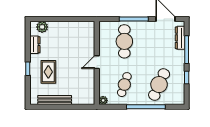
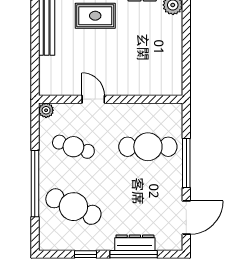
dresser: (180, 38) -> (135, 243), moved
door: (97, 62) -> (93, 99), moved

